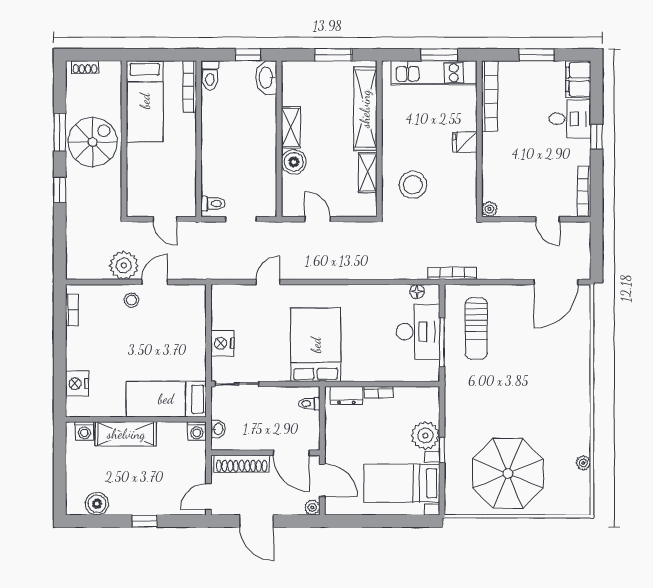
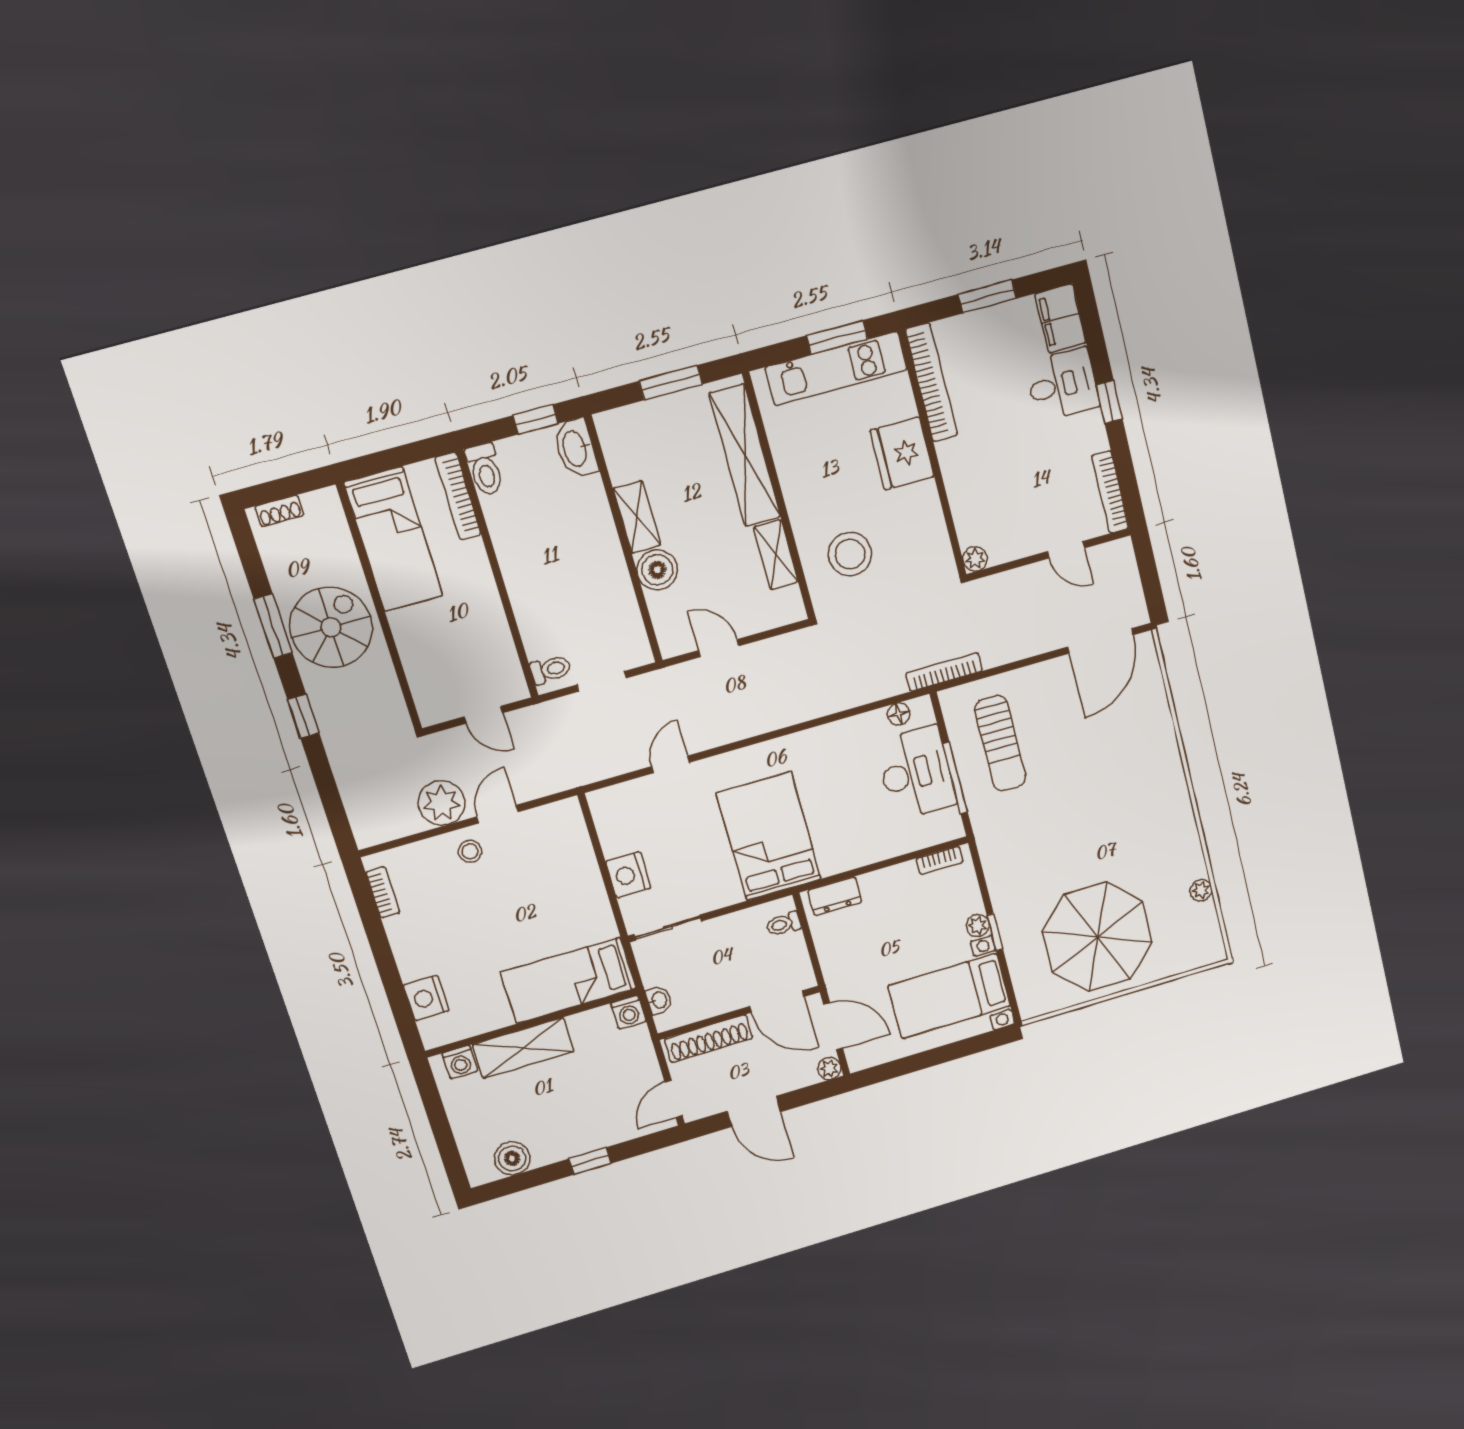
fridge: (465, 142) -> (902, 454), width x1.88, depth x1.34
bookcase: (378, 392) -> (939, 860), moved
plant: (425, 435) -> (978, 925), width x0.53, depth x0.53

